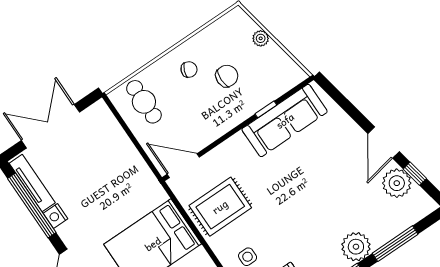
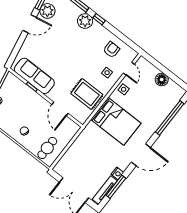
chair: (227, 76) -> (22, 111), removed
door: (183, 166) -> (60, 109), moved
window: (32, 205) -> (116, 187), width x0.68

